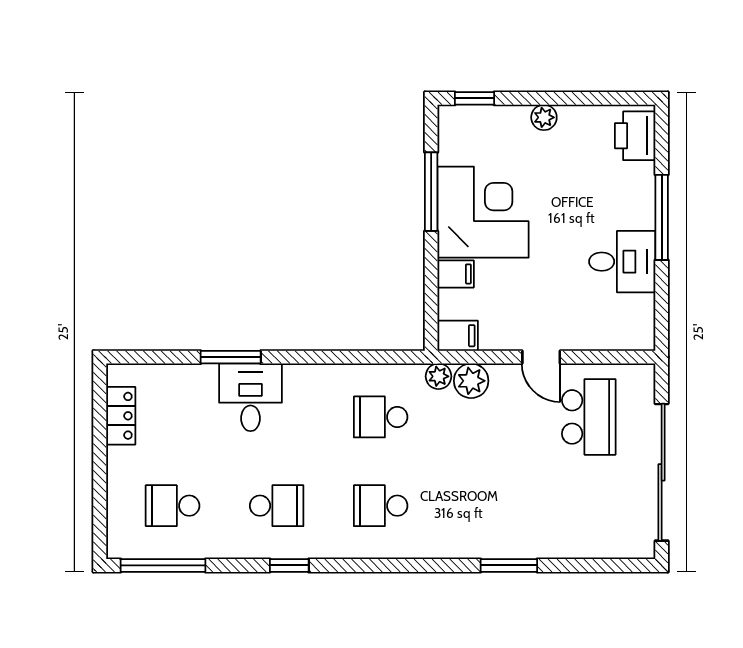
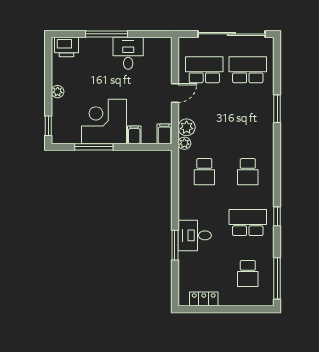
school desk: (277, 506) -> (248, 223), width x1.85
school desk: (589, 506) -> (248, 70), added

